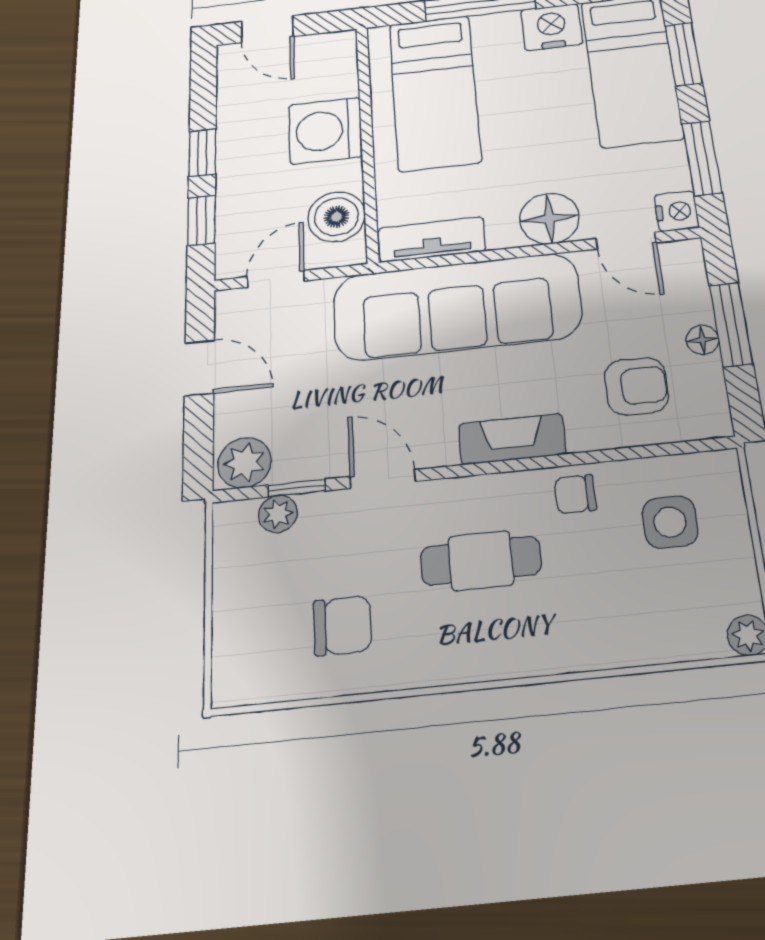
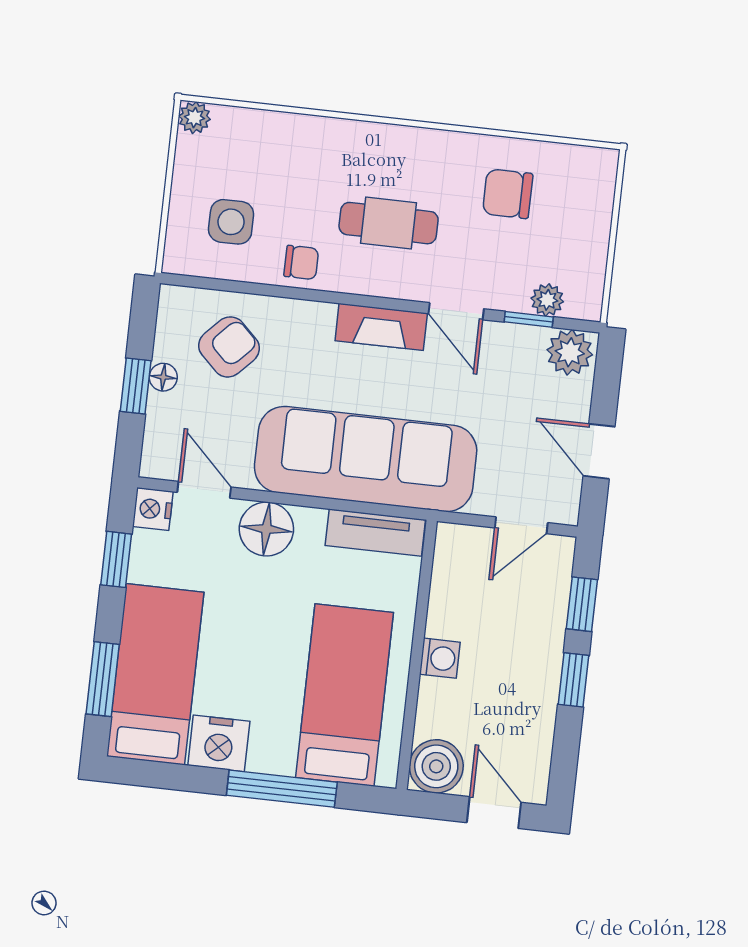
washing machine: (325, 131) -> (440, 658), width x0.53, depth x0.53
window: (702, 158) -> (116, 559), width x0.67
boiler: (336, 217) -> (436, 766), moved
window: (731, 324) -> (136, 386), width x0.67
armchair: (636, 386) -> (229, 347), turned 134
fireplace: (512, 439) -> (381, 327), moved

